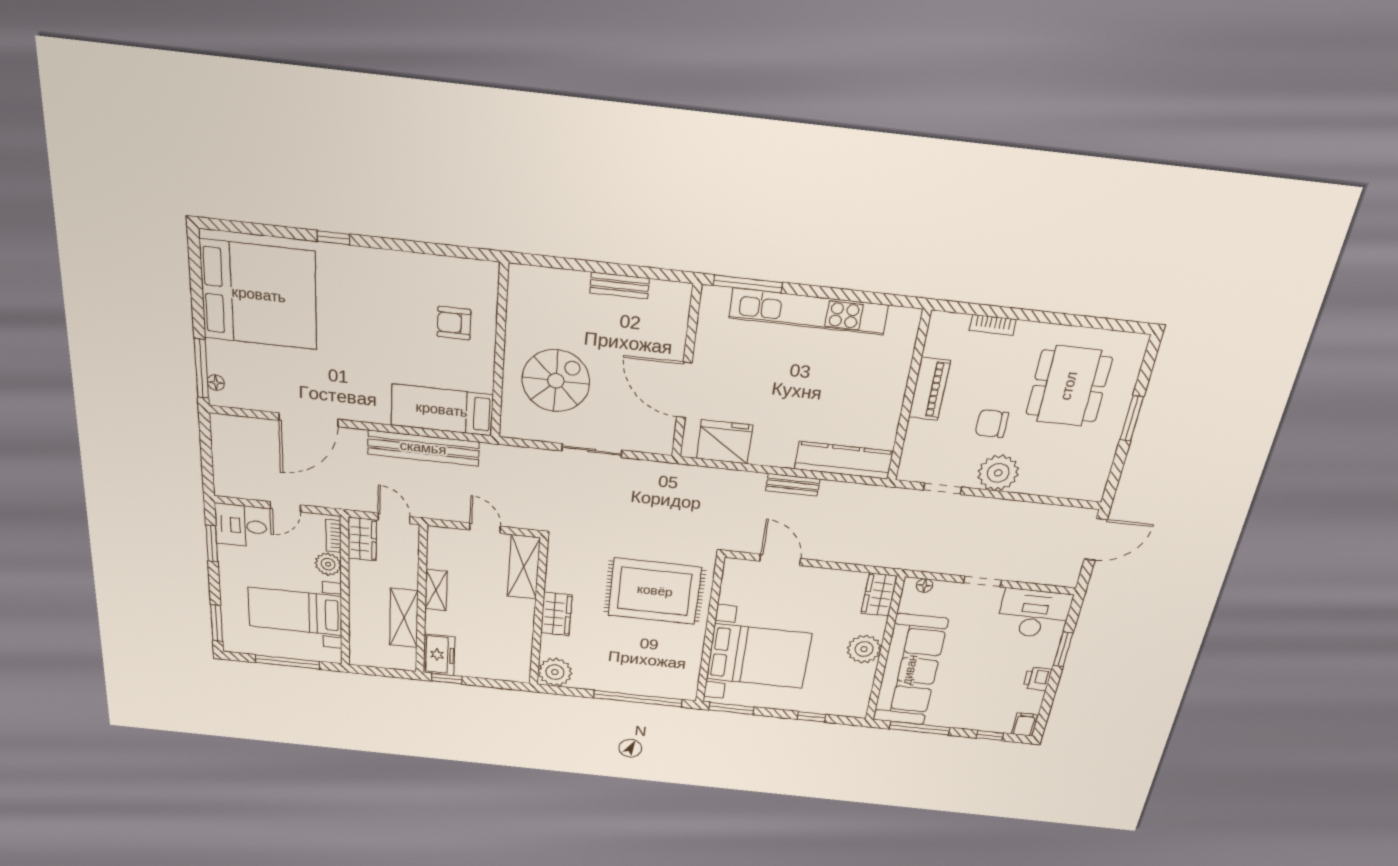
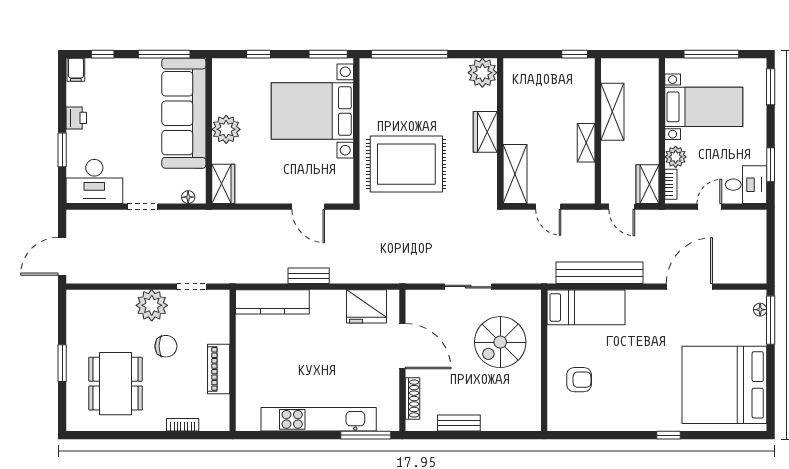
shoe rack: (679, 324) -> (412, 399), added
freezer: (439, 655) -> (582, 78), removed

